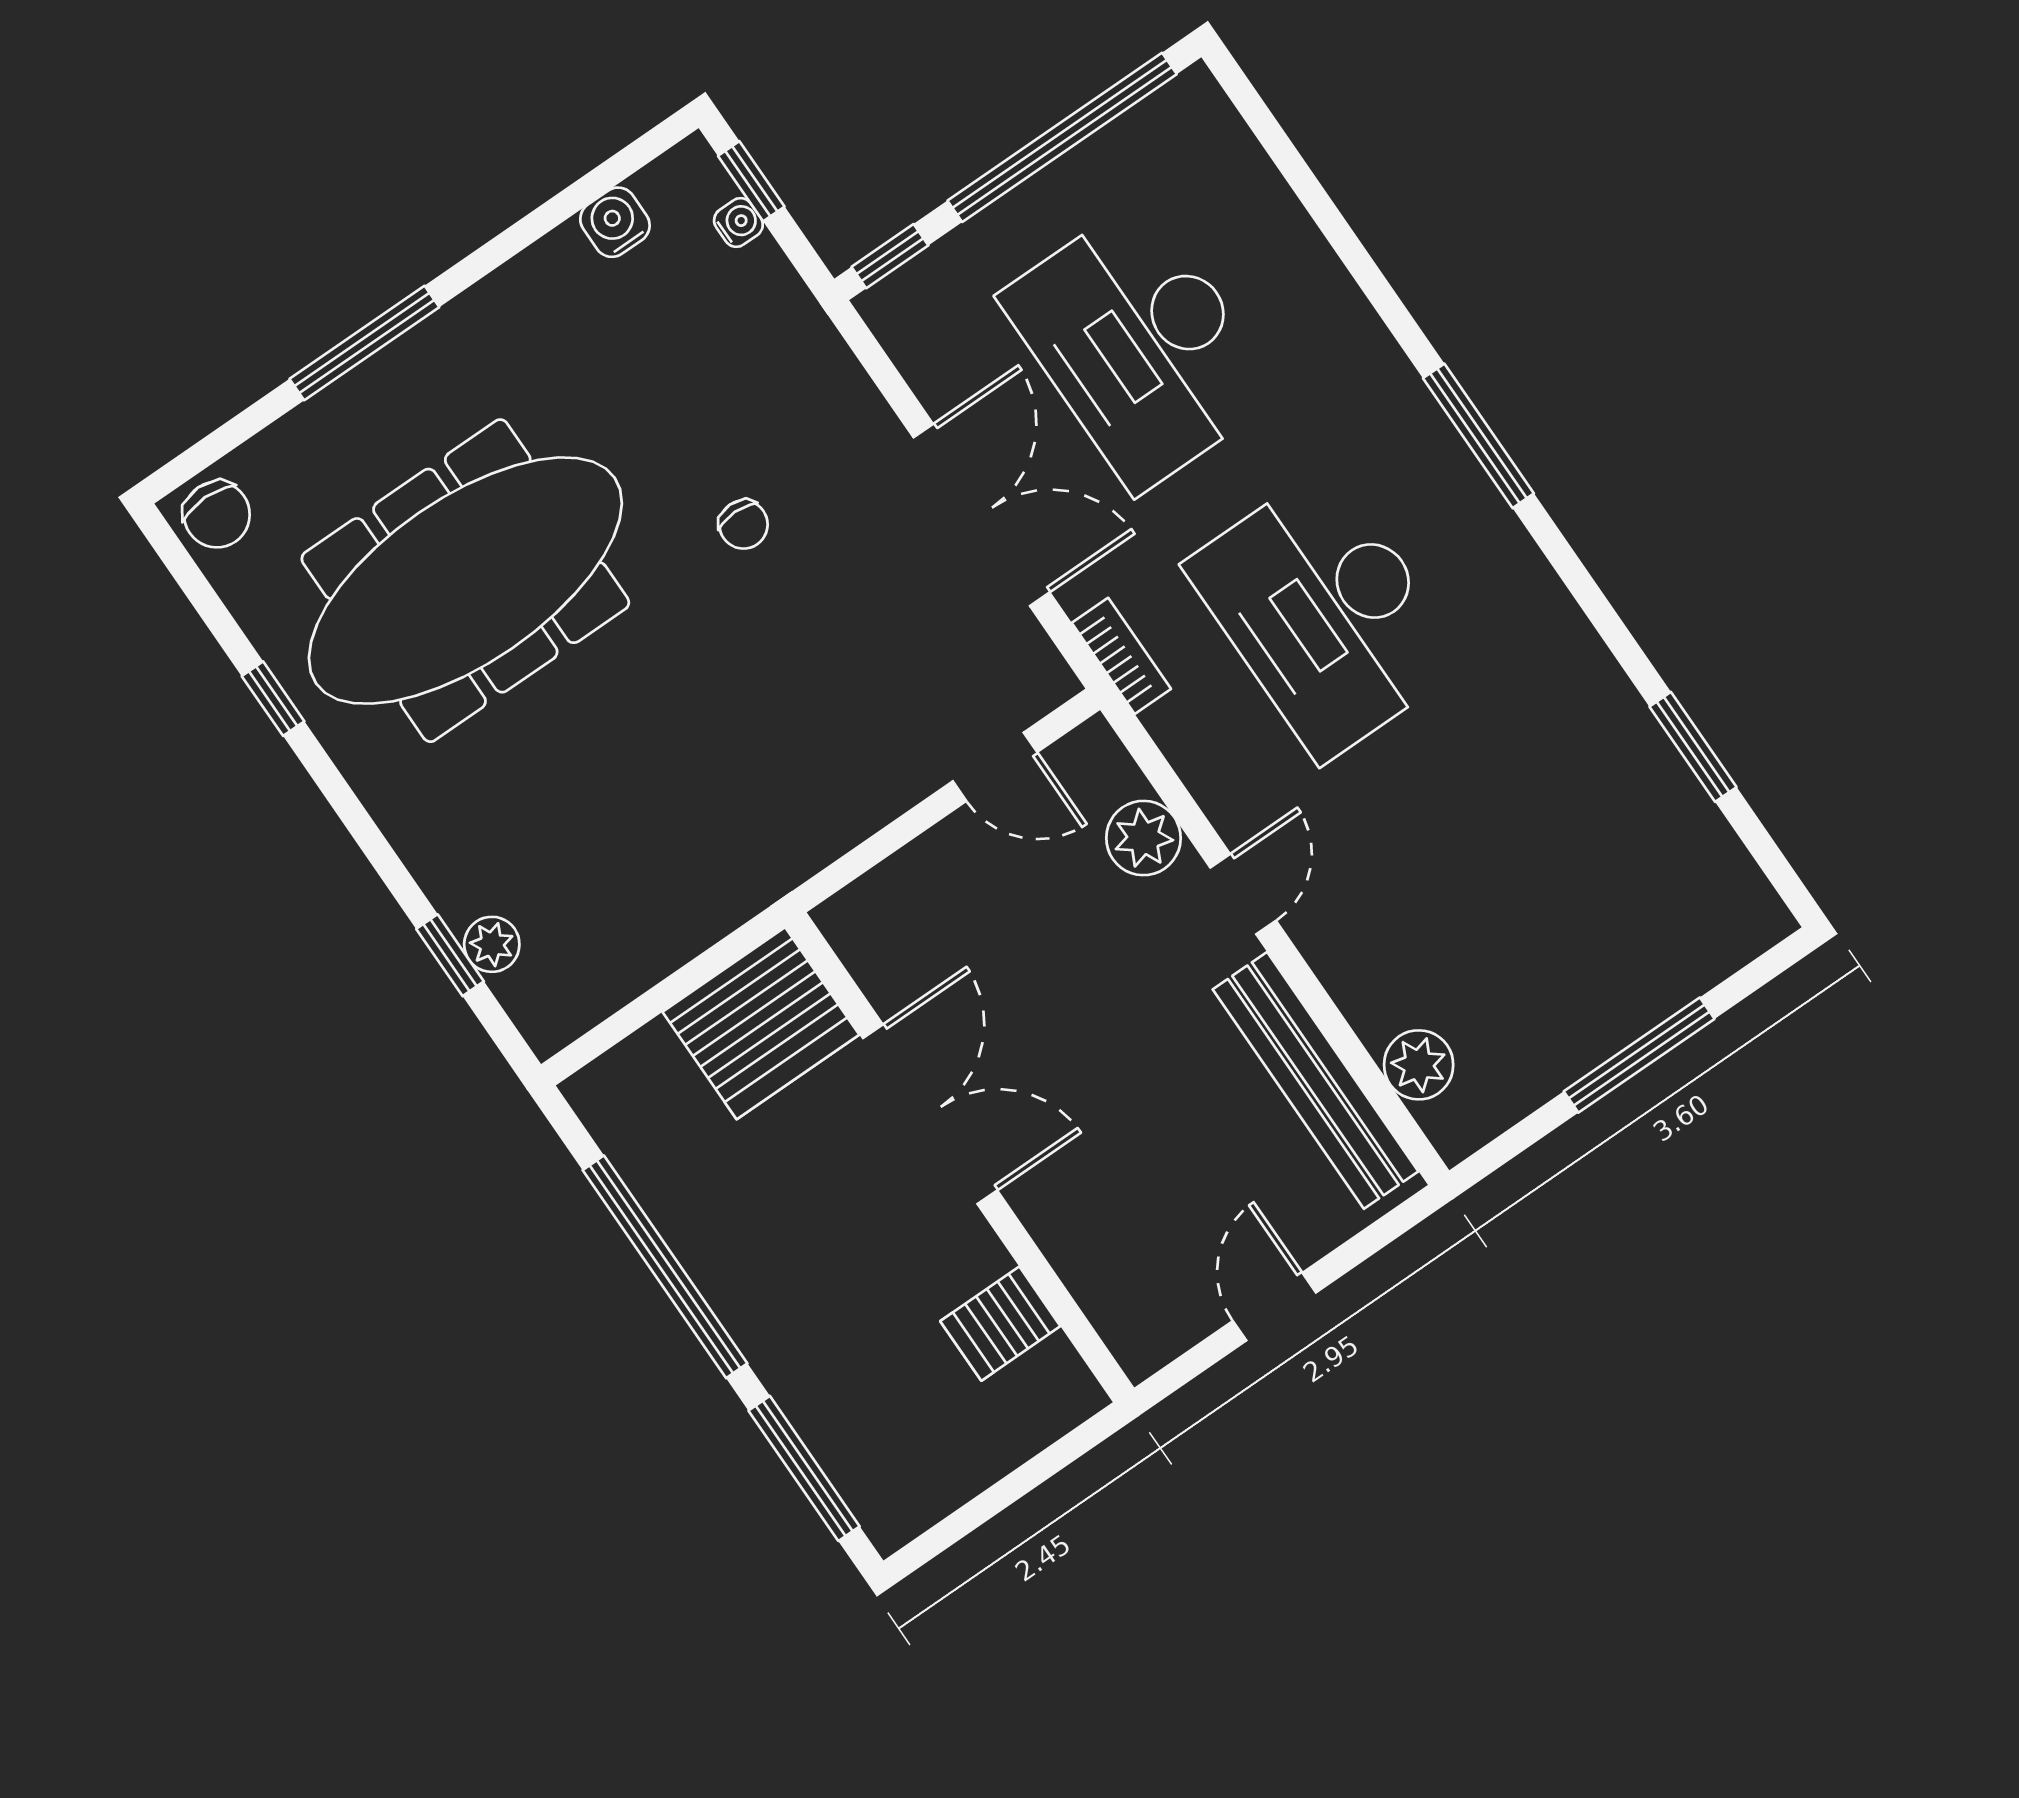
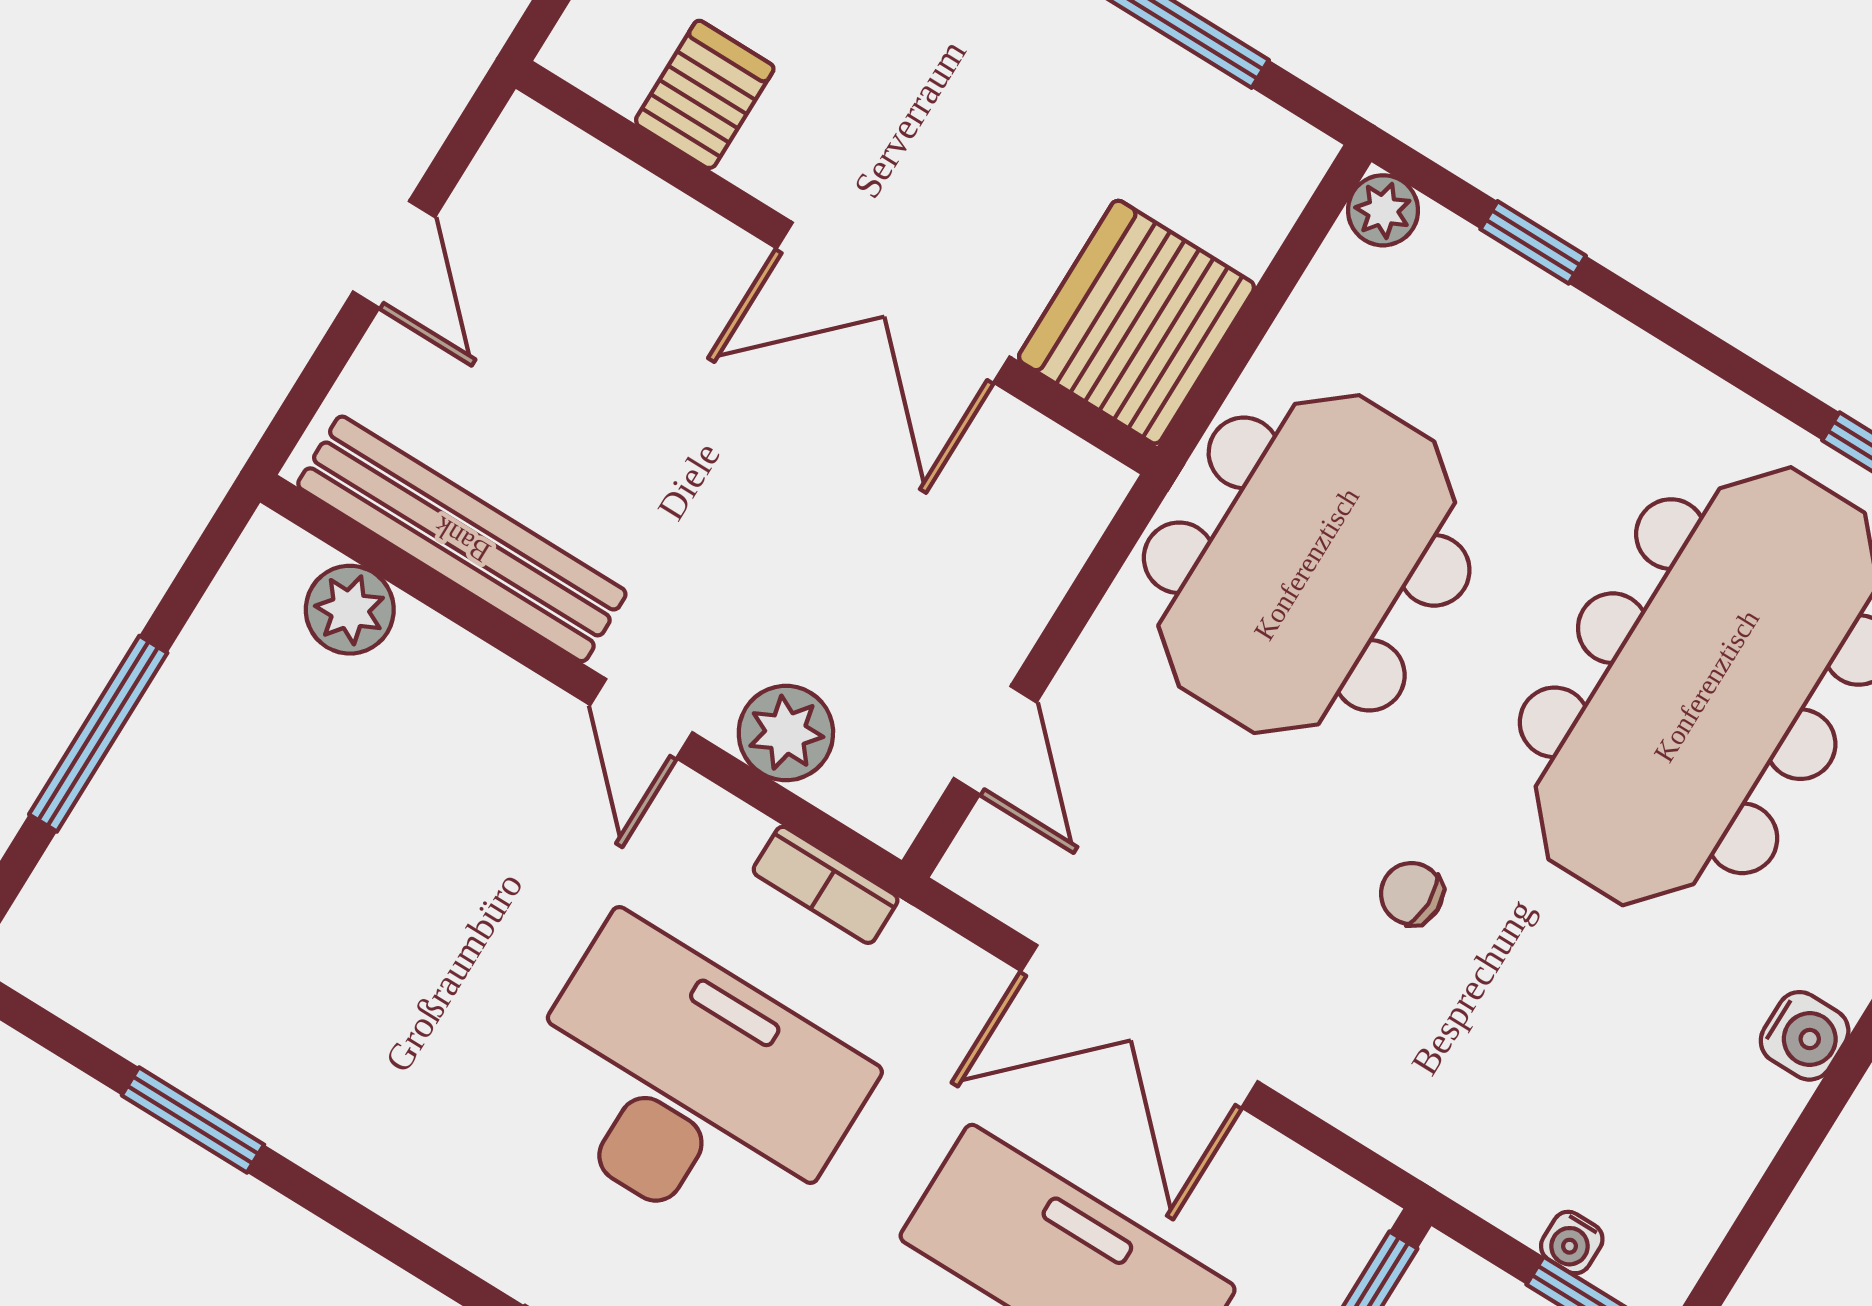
water cooler: (615, 222) -> (1805, 1036), moved
bookcase: (1121, 656) -> (826, 885), moved
door: (995, 767) -> (995, 740), swing flipped
meeting table: (715, 795) -> (1307, 564), added
plant: (492, 944) -> (1383, 210), moved

